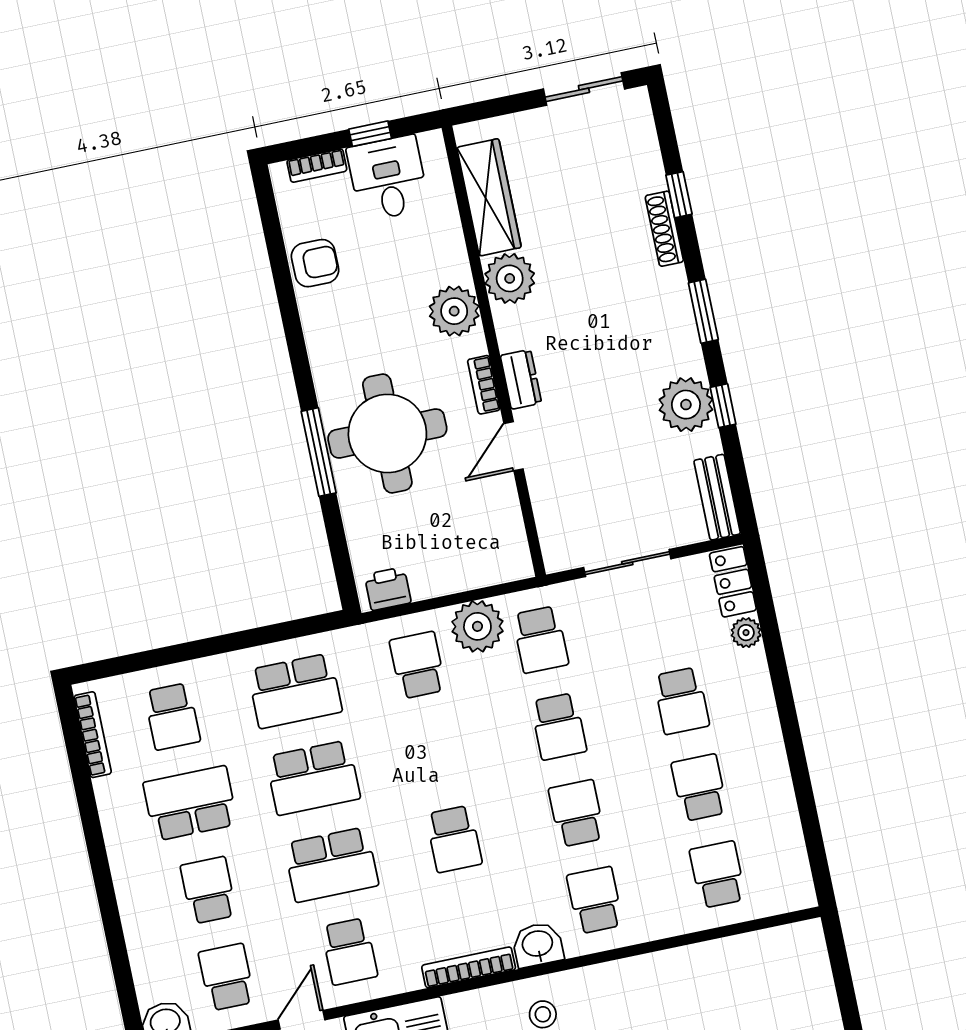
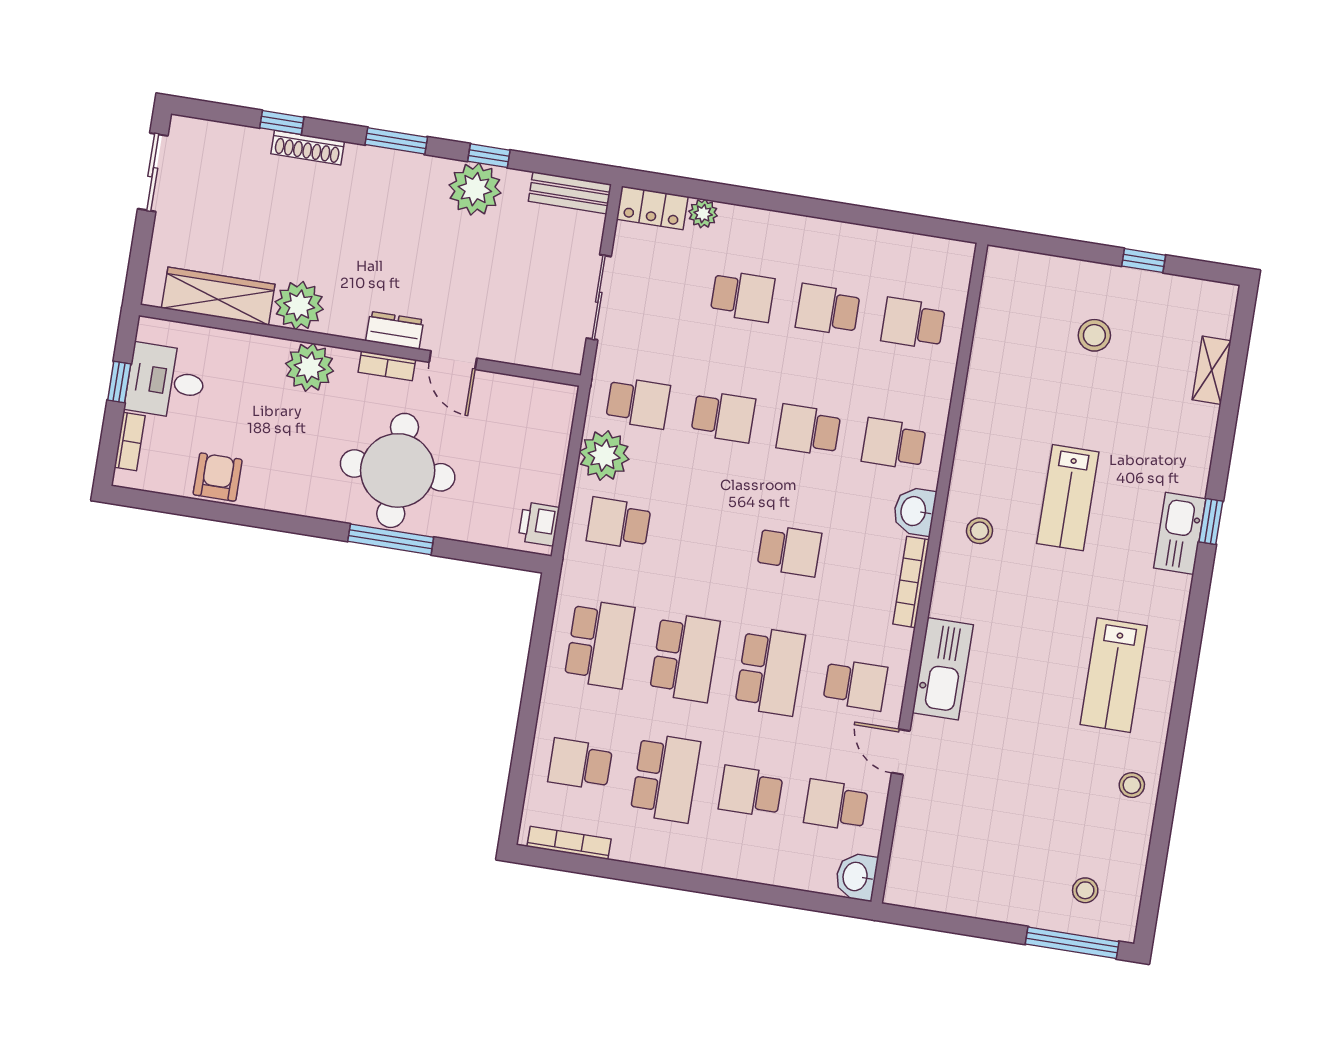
school desk: (172, 716) -> (580, 764), turned 180
school desk: (190, 803) -> (665, 778), turned 180

